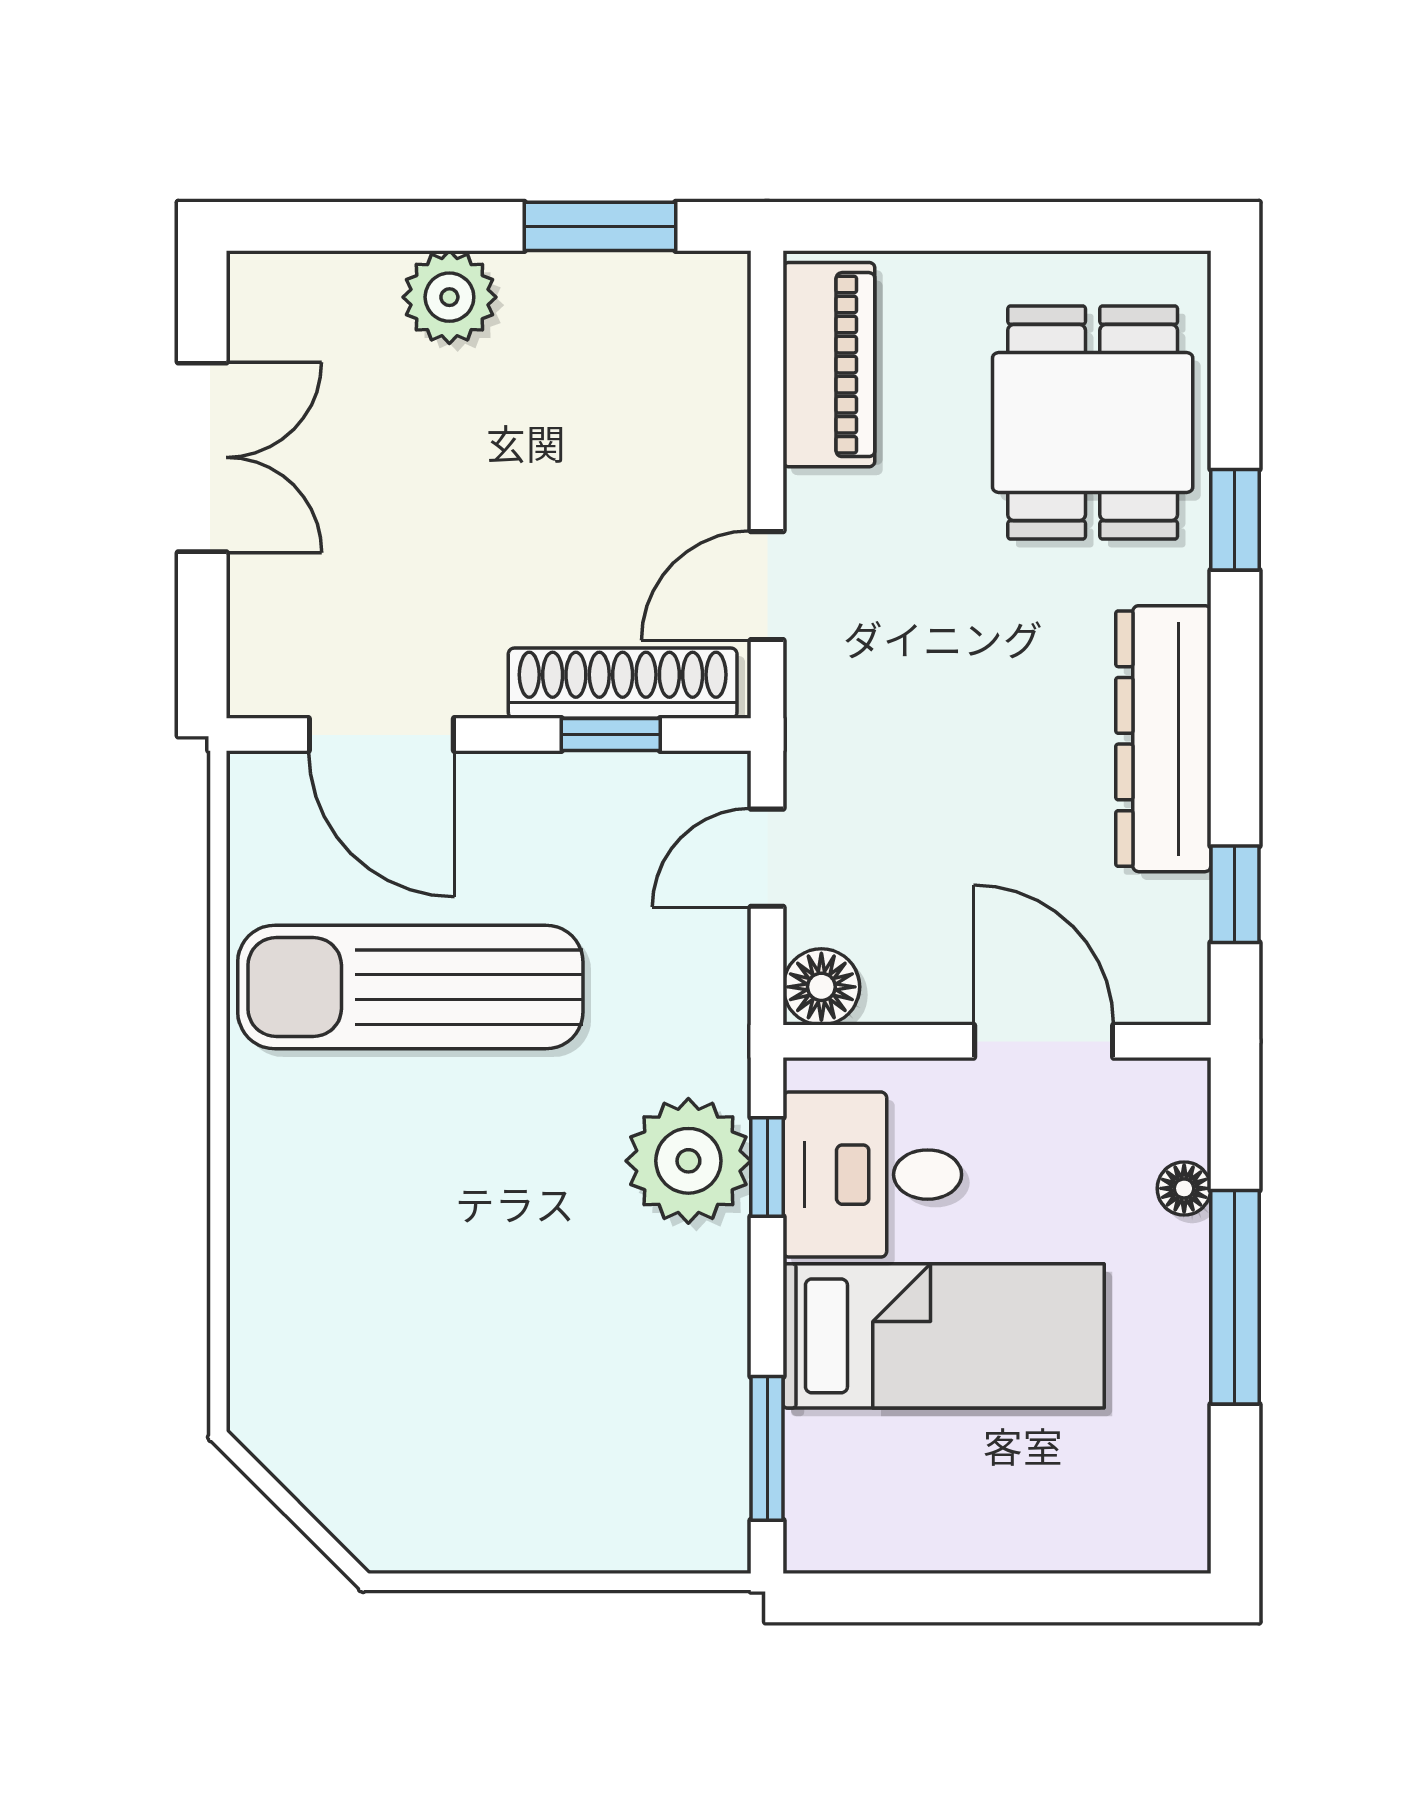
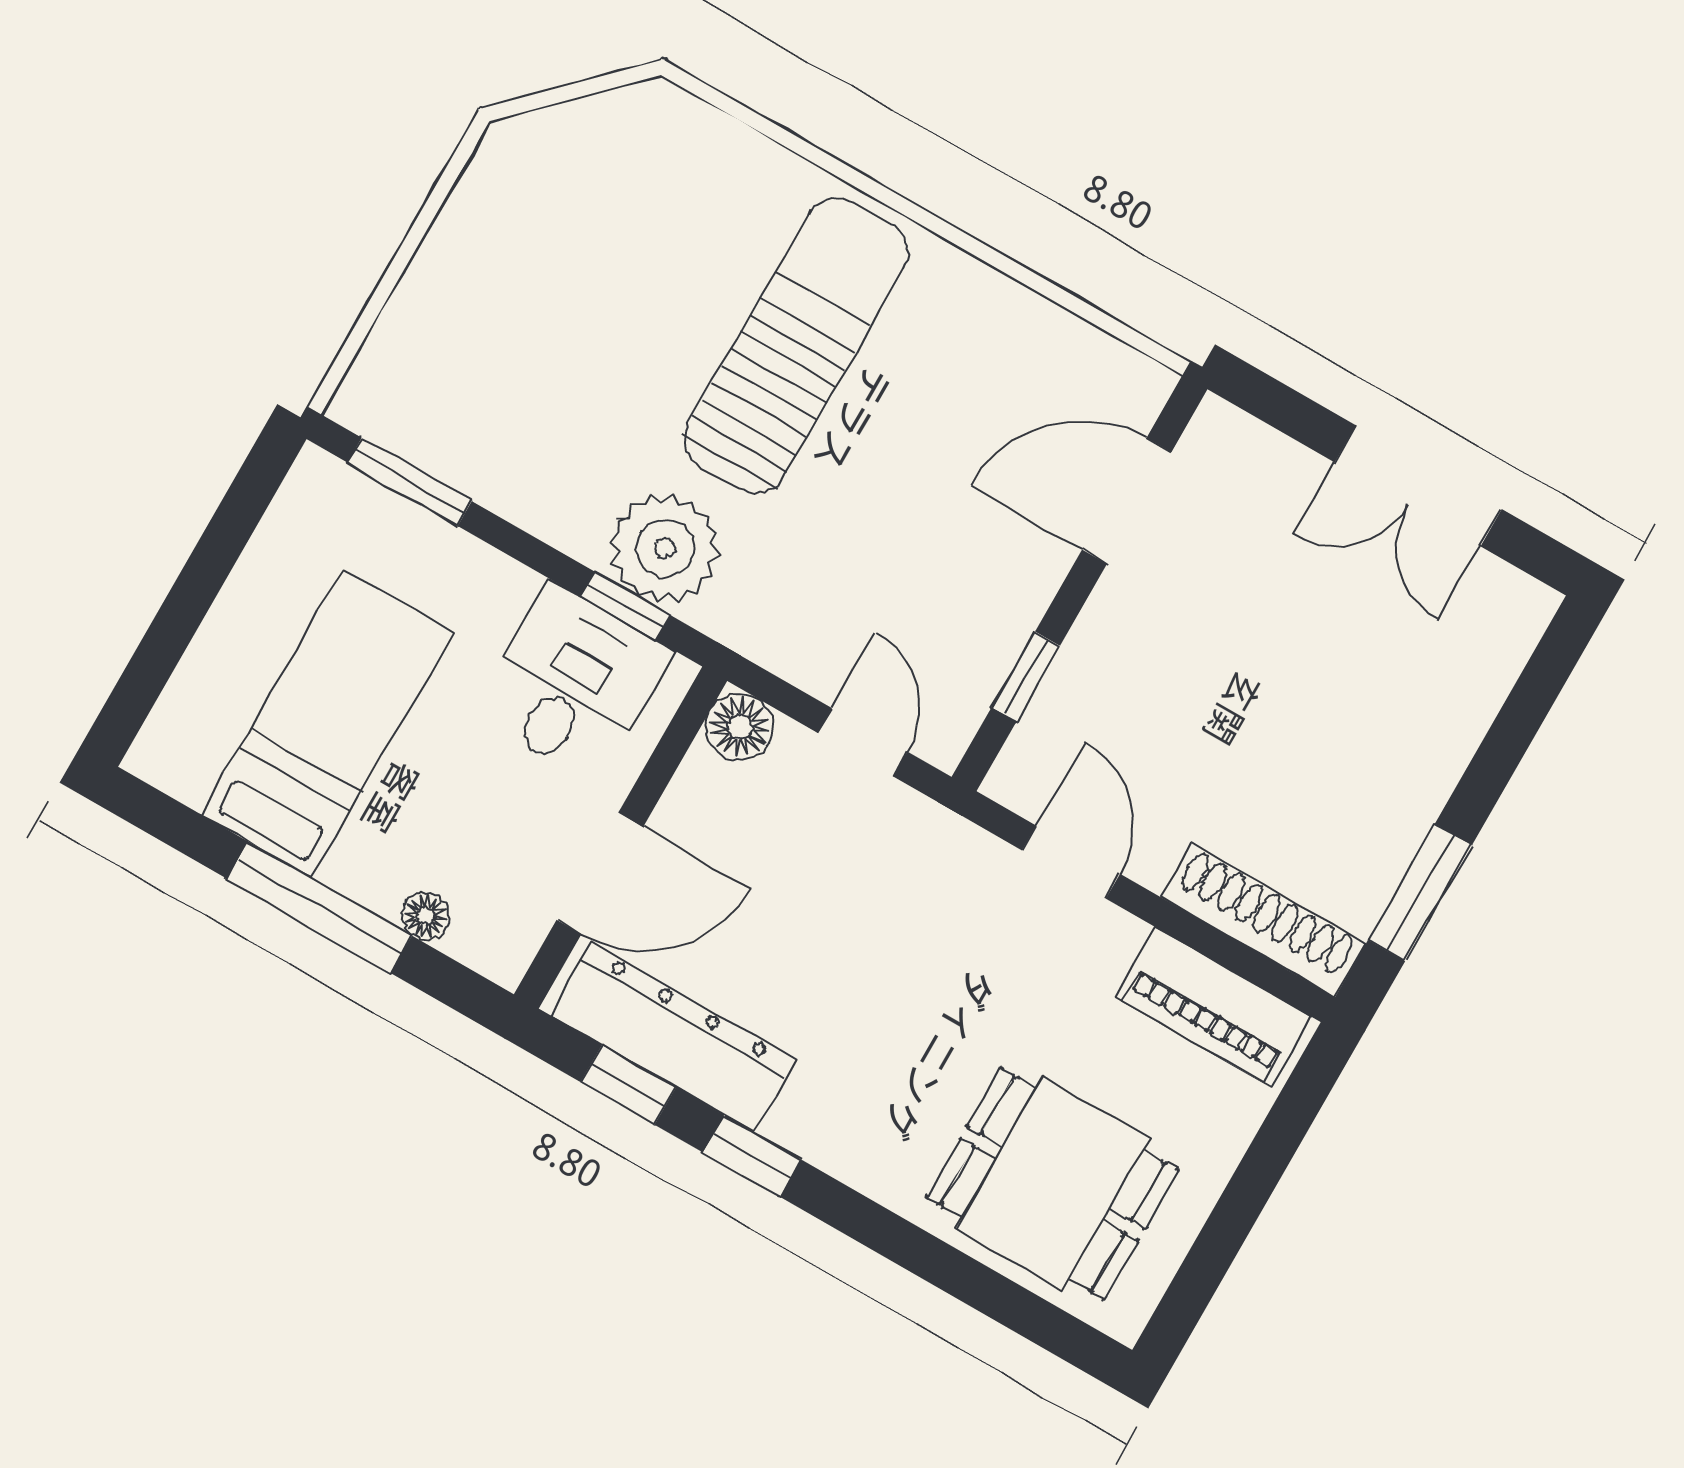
plant: (449, 297) -> (1432, 746), removed
window: (1235, 520) -> (752, 1156), moved
shoe rack: (623, 683) -> (1263, 920), moved, turned -90
dresser: (1163, 739) -> (672, 1037), moved
sun lounger: (410, 987) -> (796, 346), moved
bed: (944, 1336) -> (327, 723), moved, turned 180

